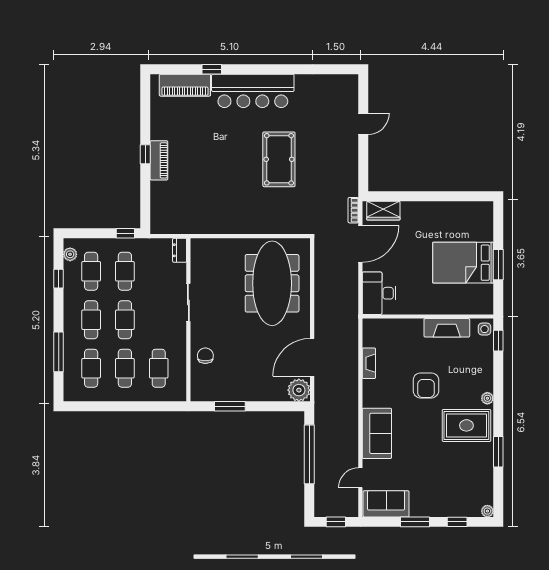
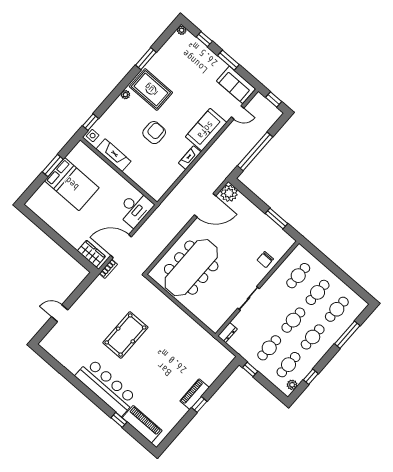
fireplace: (369, 363) -> (190, 158), moved

